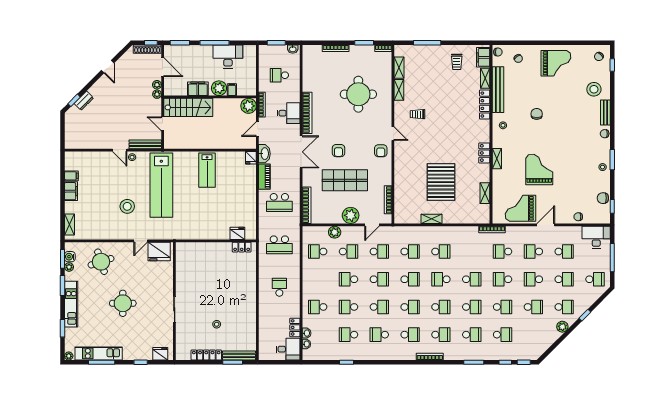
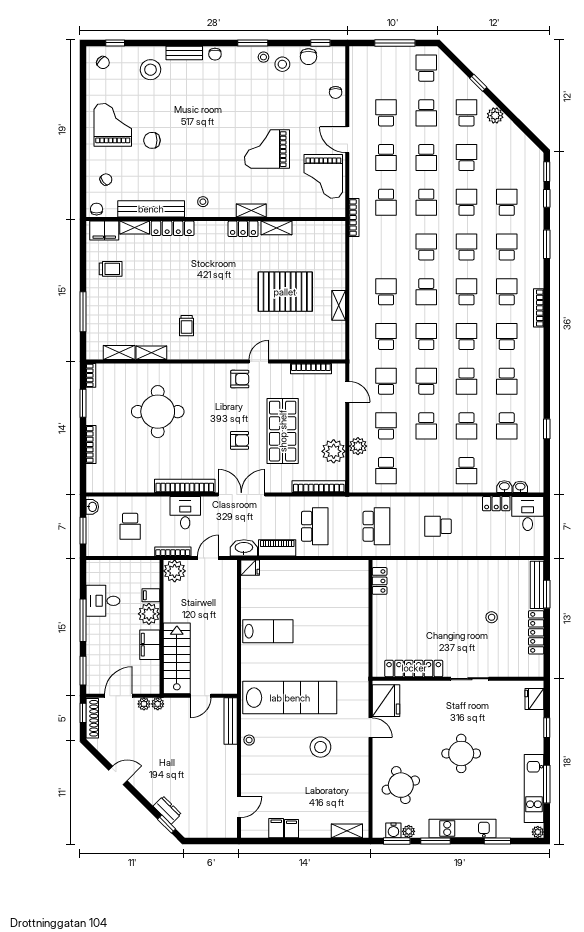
desk: (228, 56) -> (103, 601), width x0.73
chair: (537, 114) -> (152, 140), moved
door: (257, 129) -> (208, 558), swing flipped
door: (393, 134) -> (259, 361), moved
door: (120, 150) -> (239, 807), moved
stool: (598, 180) -> (282, 64), added
filing cabinet: (71, 191) -> (292, 829), width x0.50
shelving: (485, 193) -> (276, 228), moved
plant: (351, 215) -> (334, 451), moved
fridge: (237, 233) -> (360, 587), removed
desk: (596, 237) -> (365, 66), removed
locker: (181, 271) -> (414, 668), added
school desk: (564, 279) -> (426, 113), turned 180
school desk: (379, 307) -> (466, 381), turned 180

